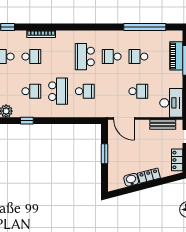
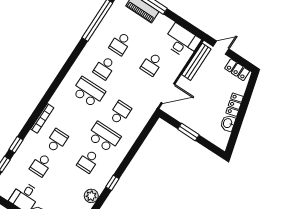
school desk: (85, 57) -> (89, 92), turned 180
school desk: (31, 91) -> (88, 161), turned 180
school desk: (138, 91) -> (152, 64), turned 180
bench: (163, 124) -> (196, 62), width x1.36

